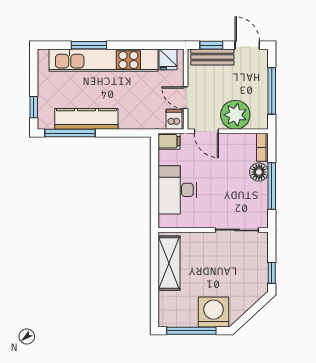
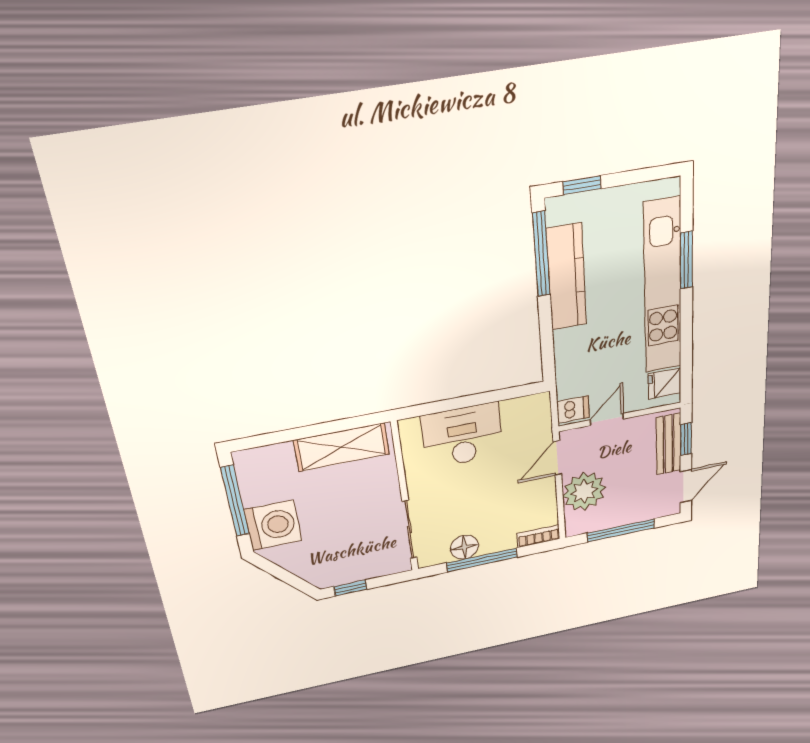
filing cabinet: (169, 141) -> (538, 409), removed
floor lamp: (259, 172) -> (464, 547), moved

